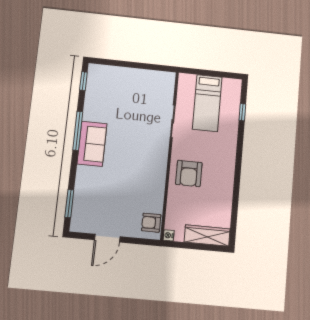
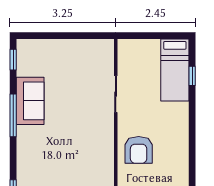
bed: (207, 103) -> (175, 70), moved
sofa: (92, 144) -> (30, 101), moved

